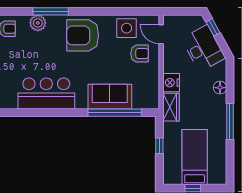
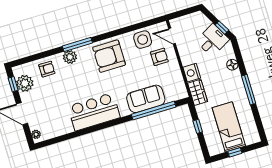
window: (213, 27) -> (222, 28), moved
desk: (203, 48) -> (213, 40), width x0.73

